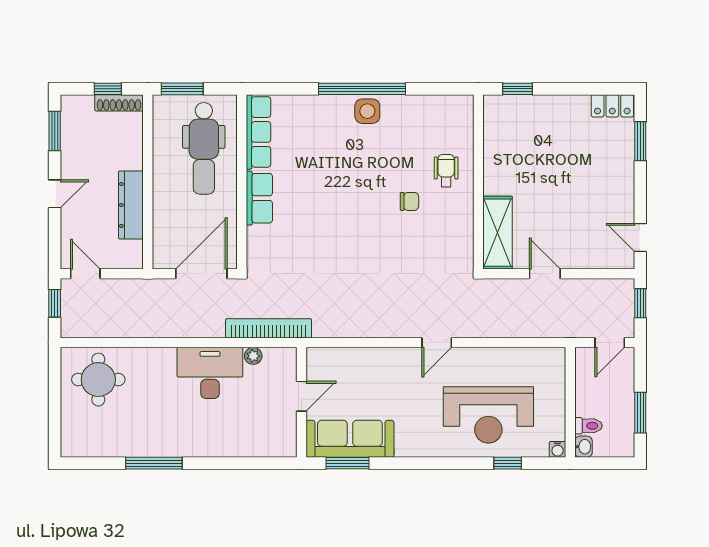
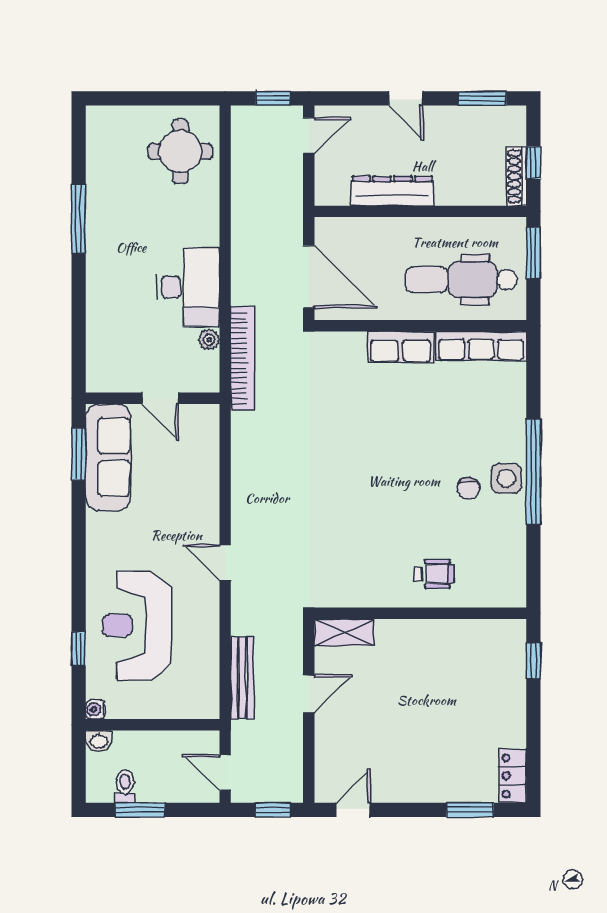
chair: (409, 201) -> (468, 488), moved
shelving: (498, 233) -> (344, 632), width x0.67, depth x0.75
bench: (532, 329) -> (242, 678), added
toilet: (588, 426) -> (125, 786), moved, turned 180

